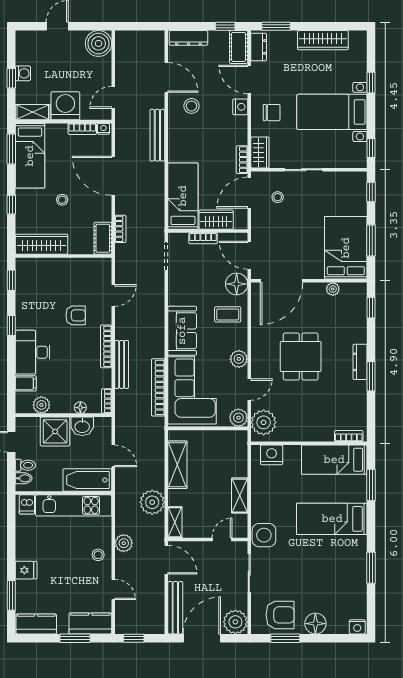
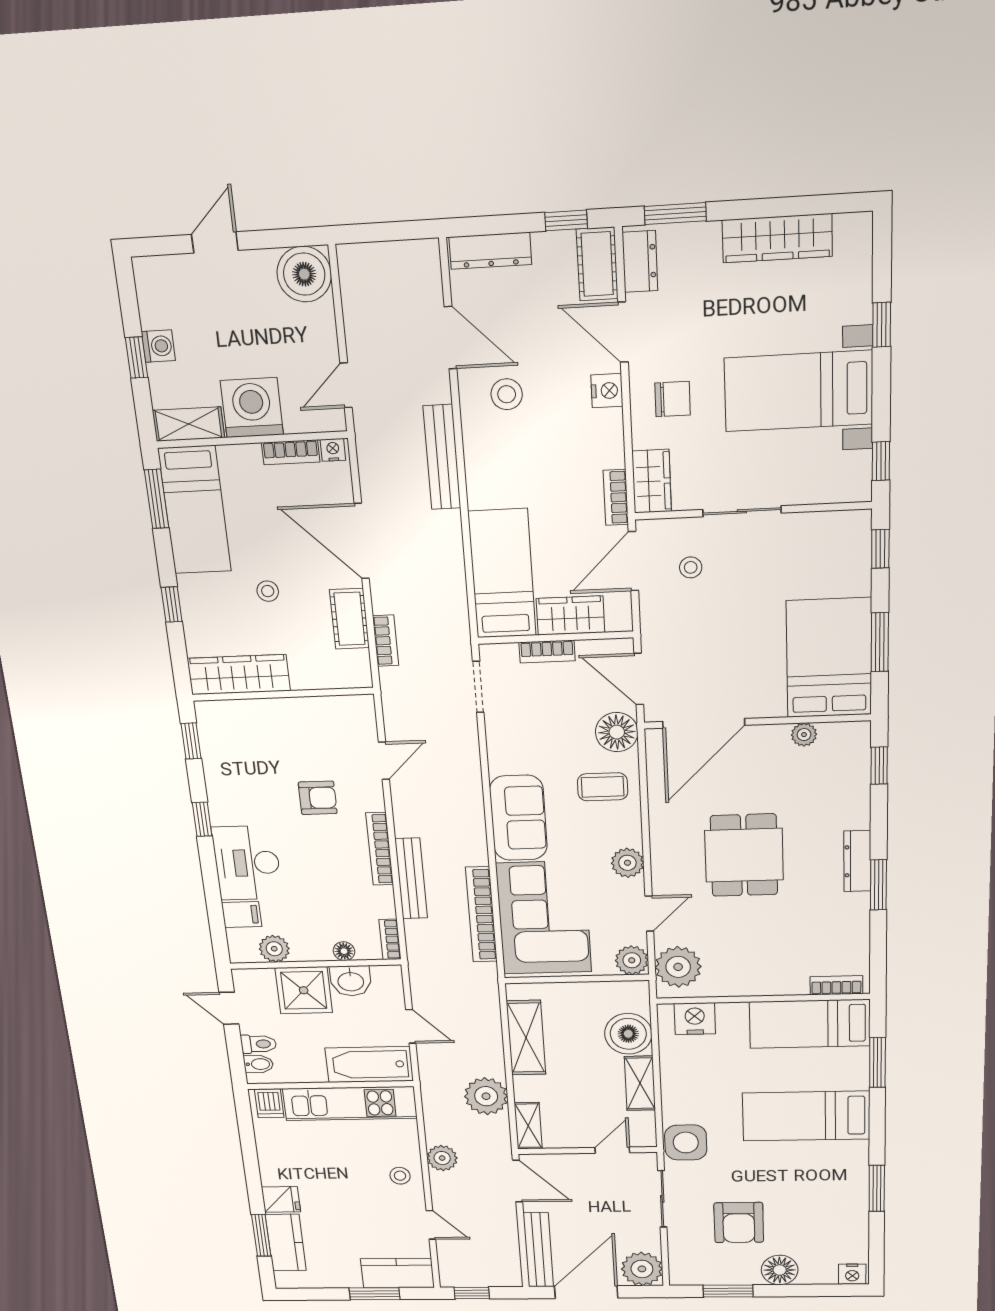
cot: (103, 238) -> (349, 619), moved
boiler: (235, 464) -> (628, 1034), added
armchair: (280, 615) -> (739, 1223), moved, turned 90
kitchen counter: (36, 624) -> (286, 1242), moved, turned 90

